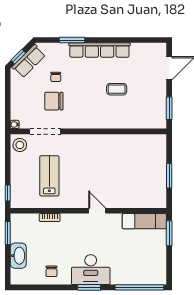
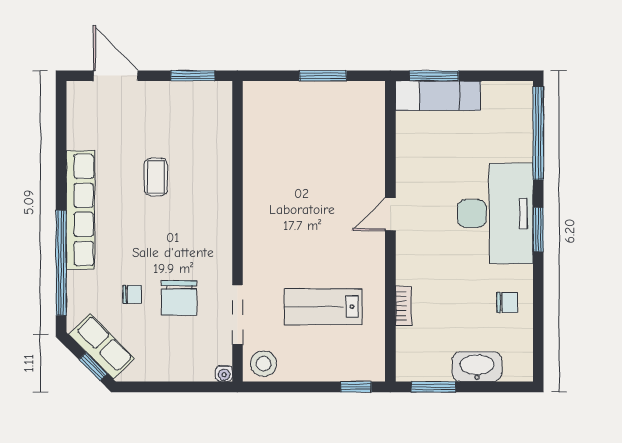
window: (72, 40) -> (61, 263), width x2.11
exam couch: (144, 221) -> (438, 96), moved, turned 90
desk: (91, 270) -> (495, 213), width x1.36, depth x1.30

